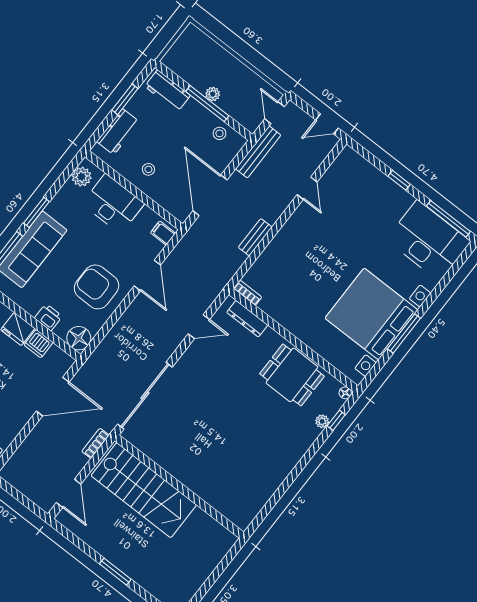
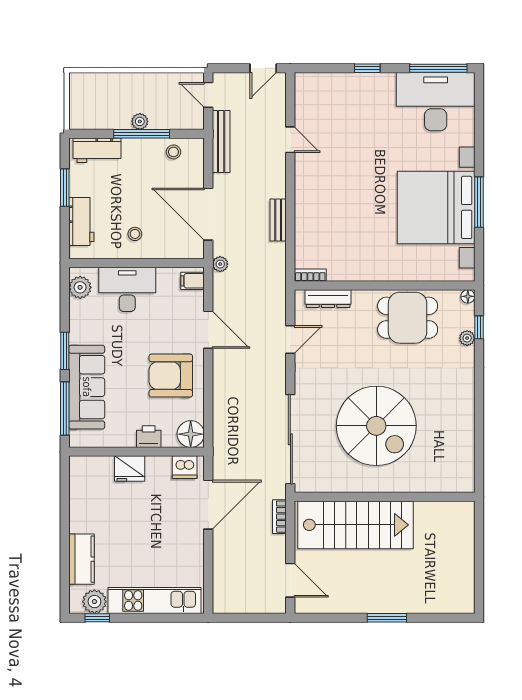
plant: (191, 236) -> (220, 264), added
dishwasher: (38, 344) -> (185, 467), moved
spiral stairs: (212, 433) -> (376, 426), added

